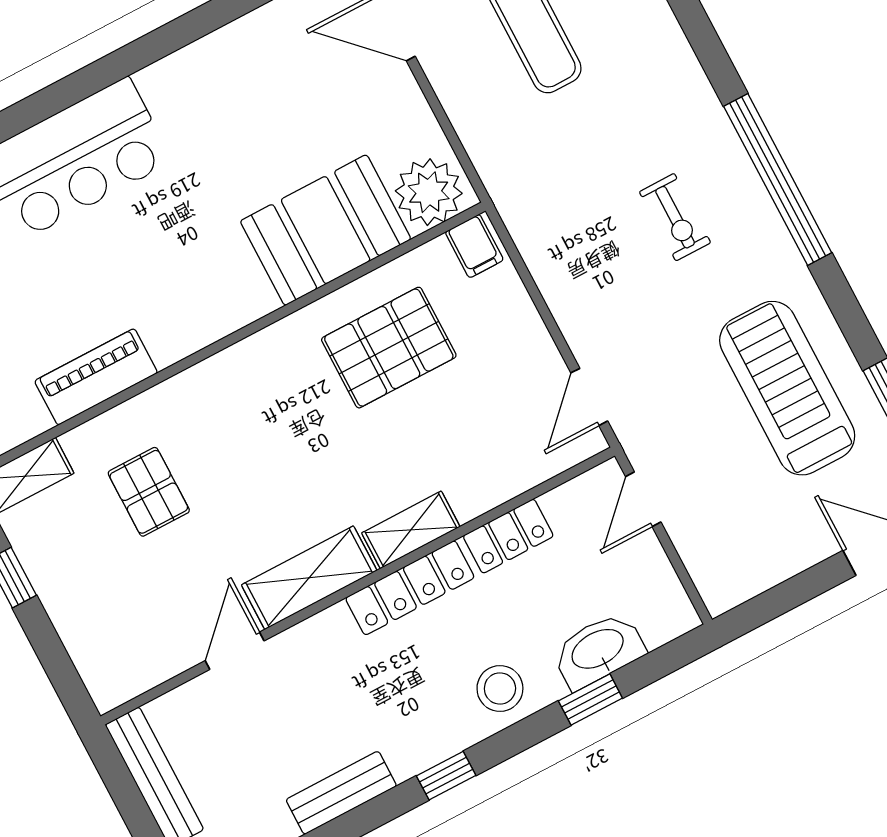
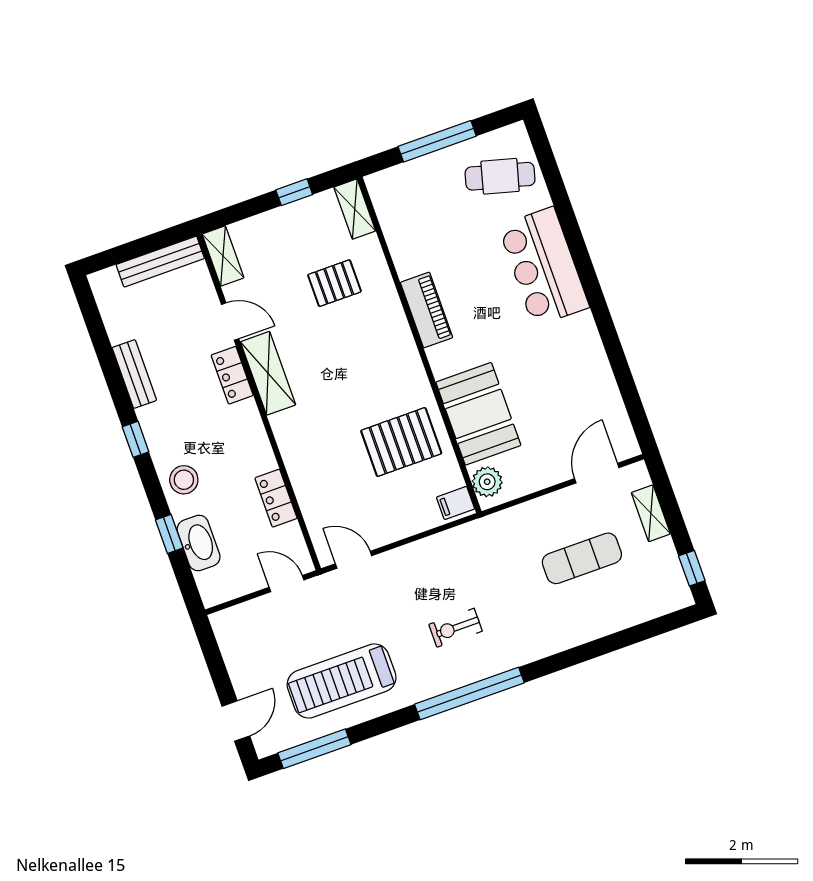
plant: (429, 192) -> (487, 482), width x0.73, depth x0.73
pallet: (389, 348) -> (401, 442), turned 90
piano: (96, 377) -> (426, 310), moved
treadmill: (787, 388) -> (342, 681), turned 180
shelving: (411, 530) -> (223, 256), moved
locker: (410, 588) -> (232, 375), moved, width x0.66

